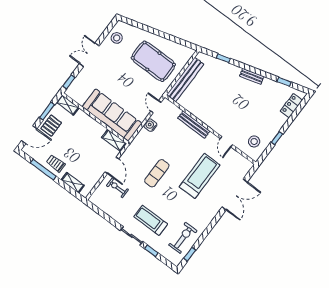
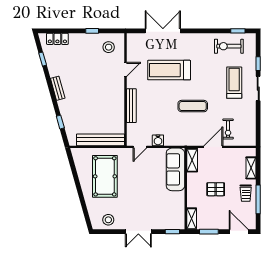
sofa: (112, 115) -> (175, 169), width x0.74, depth x0.79
pallet: (51, 126) -> (216, 189), moved
treadmill: (151, 220) -> (234, 83), turned 180

